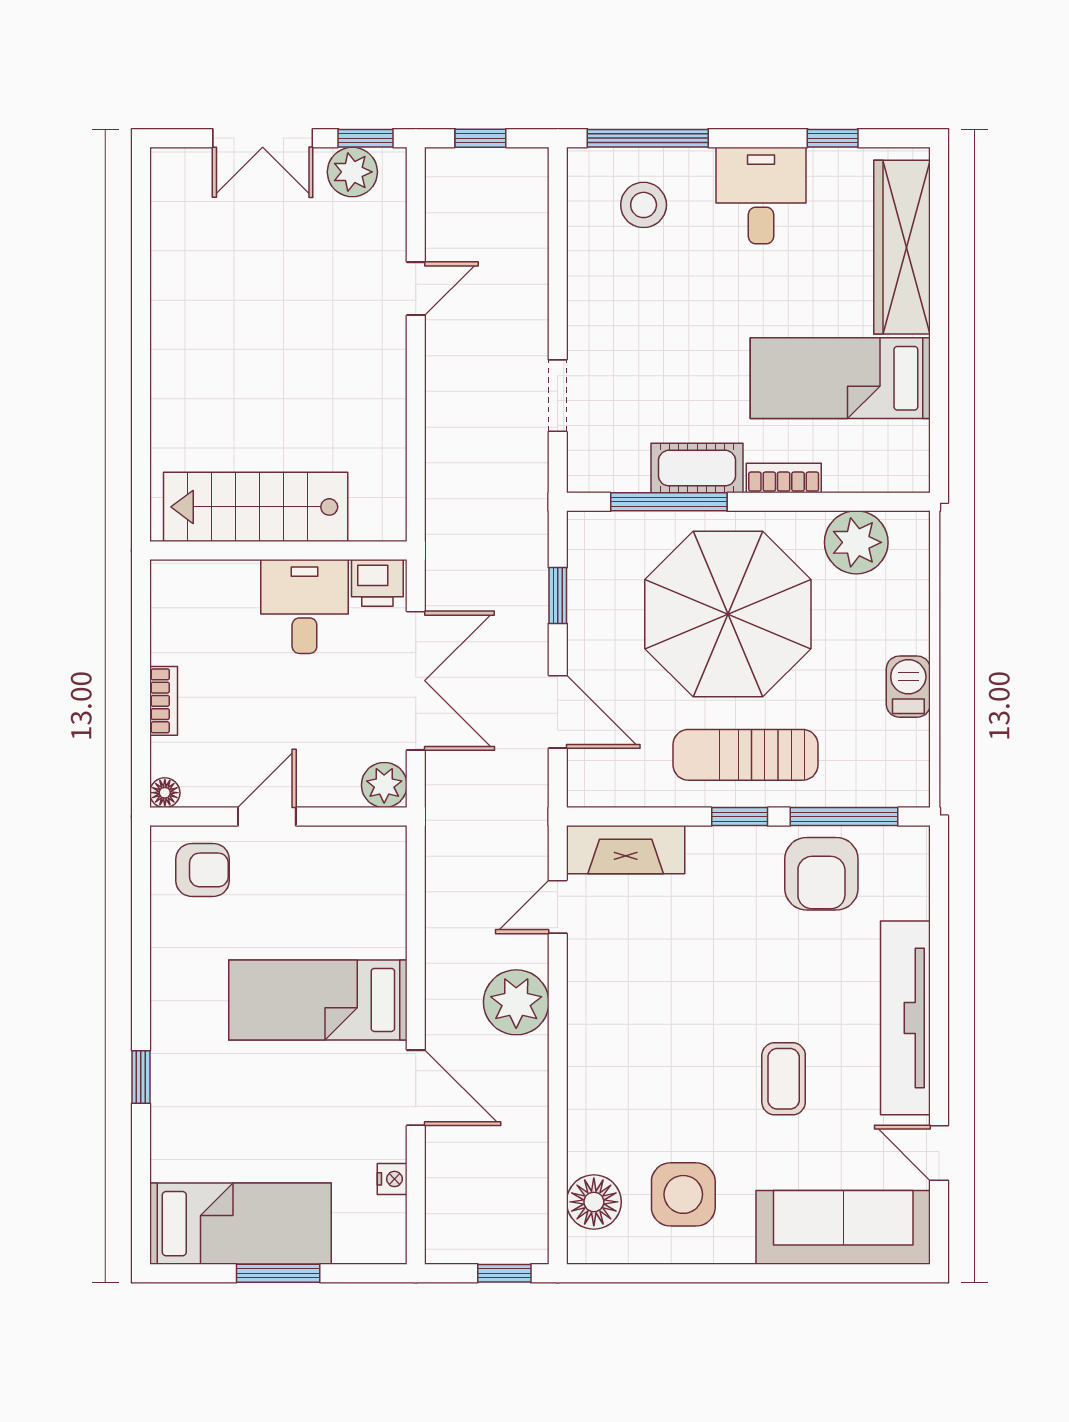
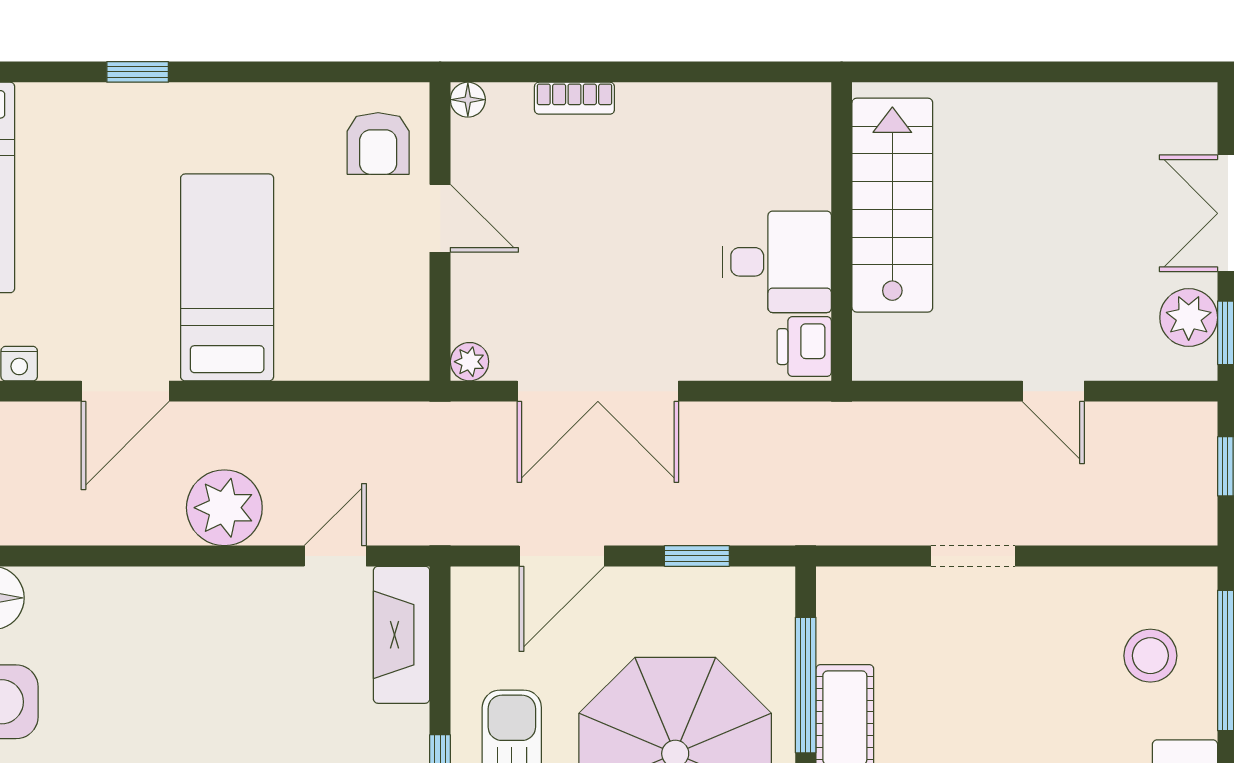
doorway: (558, 396) -> (973, 556), moved
stairs: (256, 507) -> (892, 205), moved
wall: (278, 551) -> (842, 232), moved
printer: (377, 583) -> (804, 347), moved
desk: (304, 606) -> (777, 262), moved
plant: (384, 785) -> (470, 362), width x0.73, depth x0.73
door: (558, 907) -> (335, 556), hinge flipped

